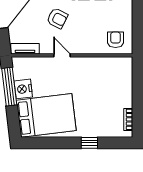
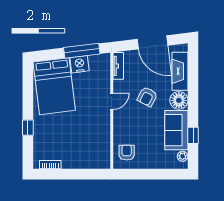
armchair: (116, 40) -> (127, 153), turned -90

